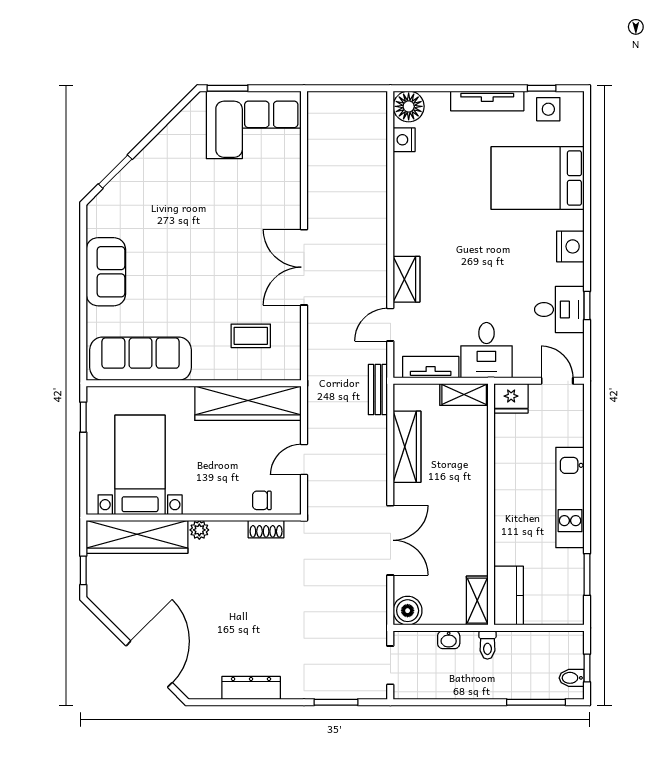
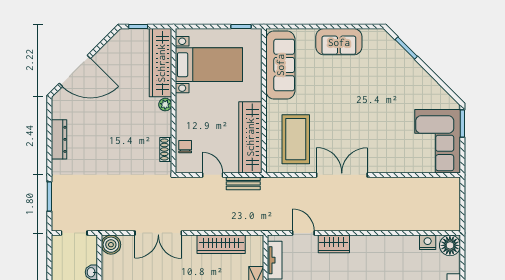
coffee table: (251, 336) -> (296, 139), width x1.86, depth x1.72
bench: (378, 390) -> (243, 183), moved

